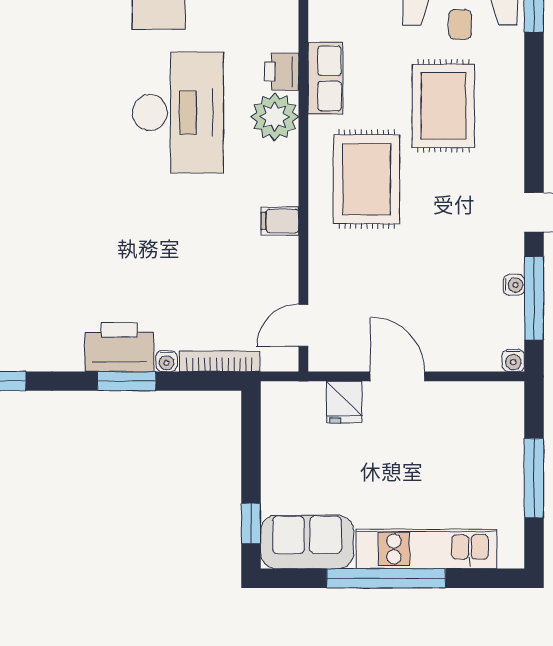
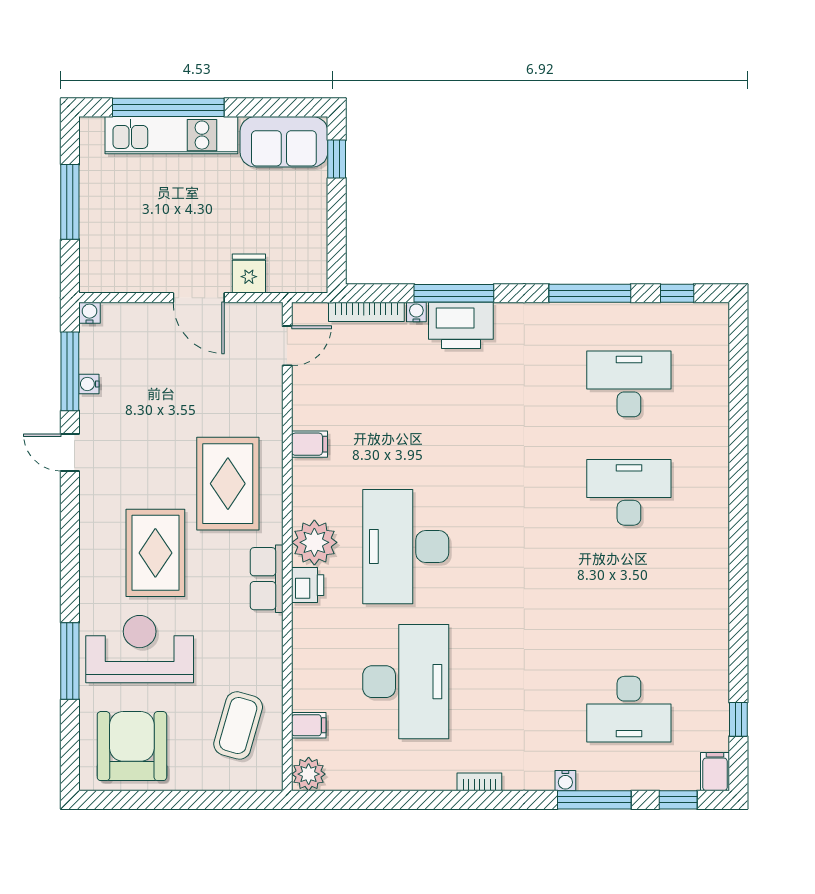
window: (127, 381) -> (454, 293), width x1.44
window: (386, 578) -> (168, 107), moved

